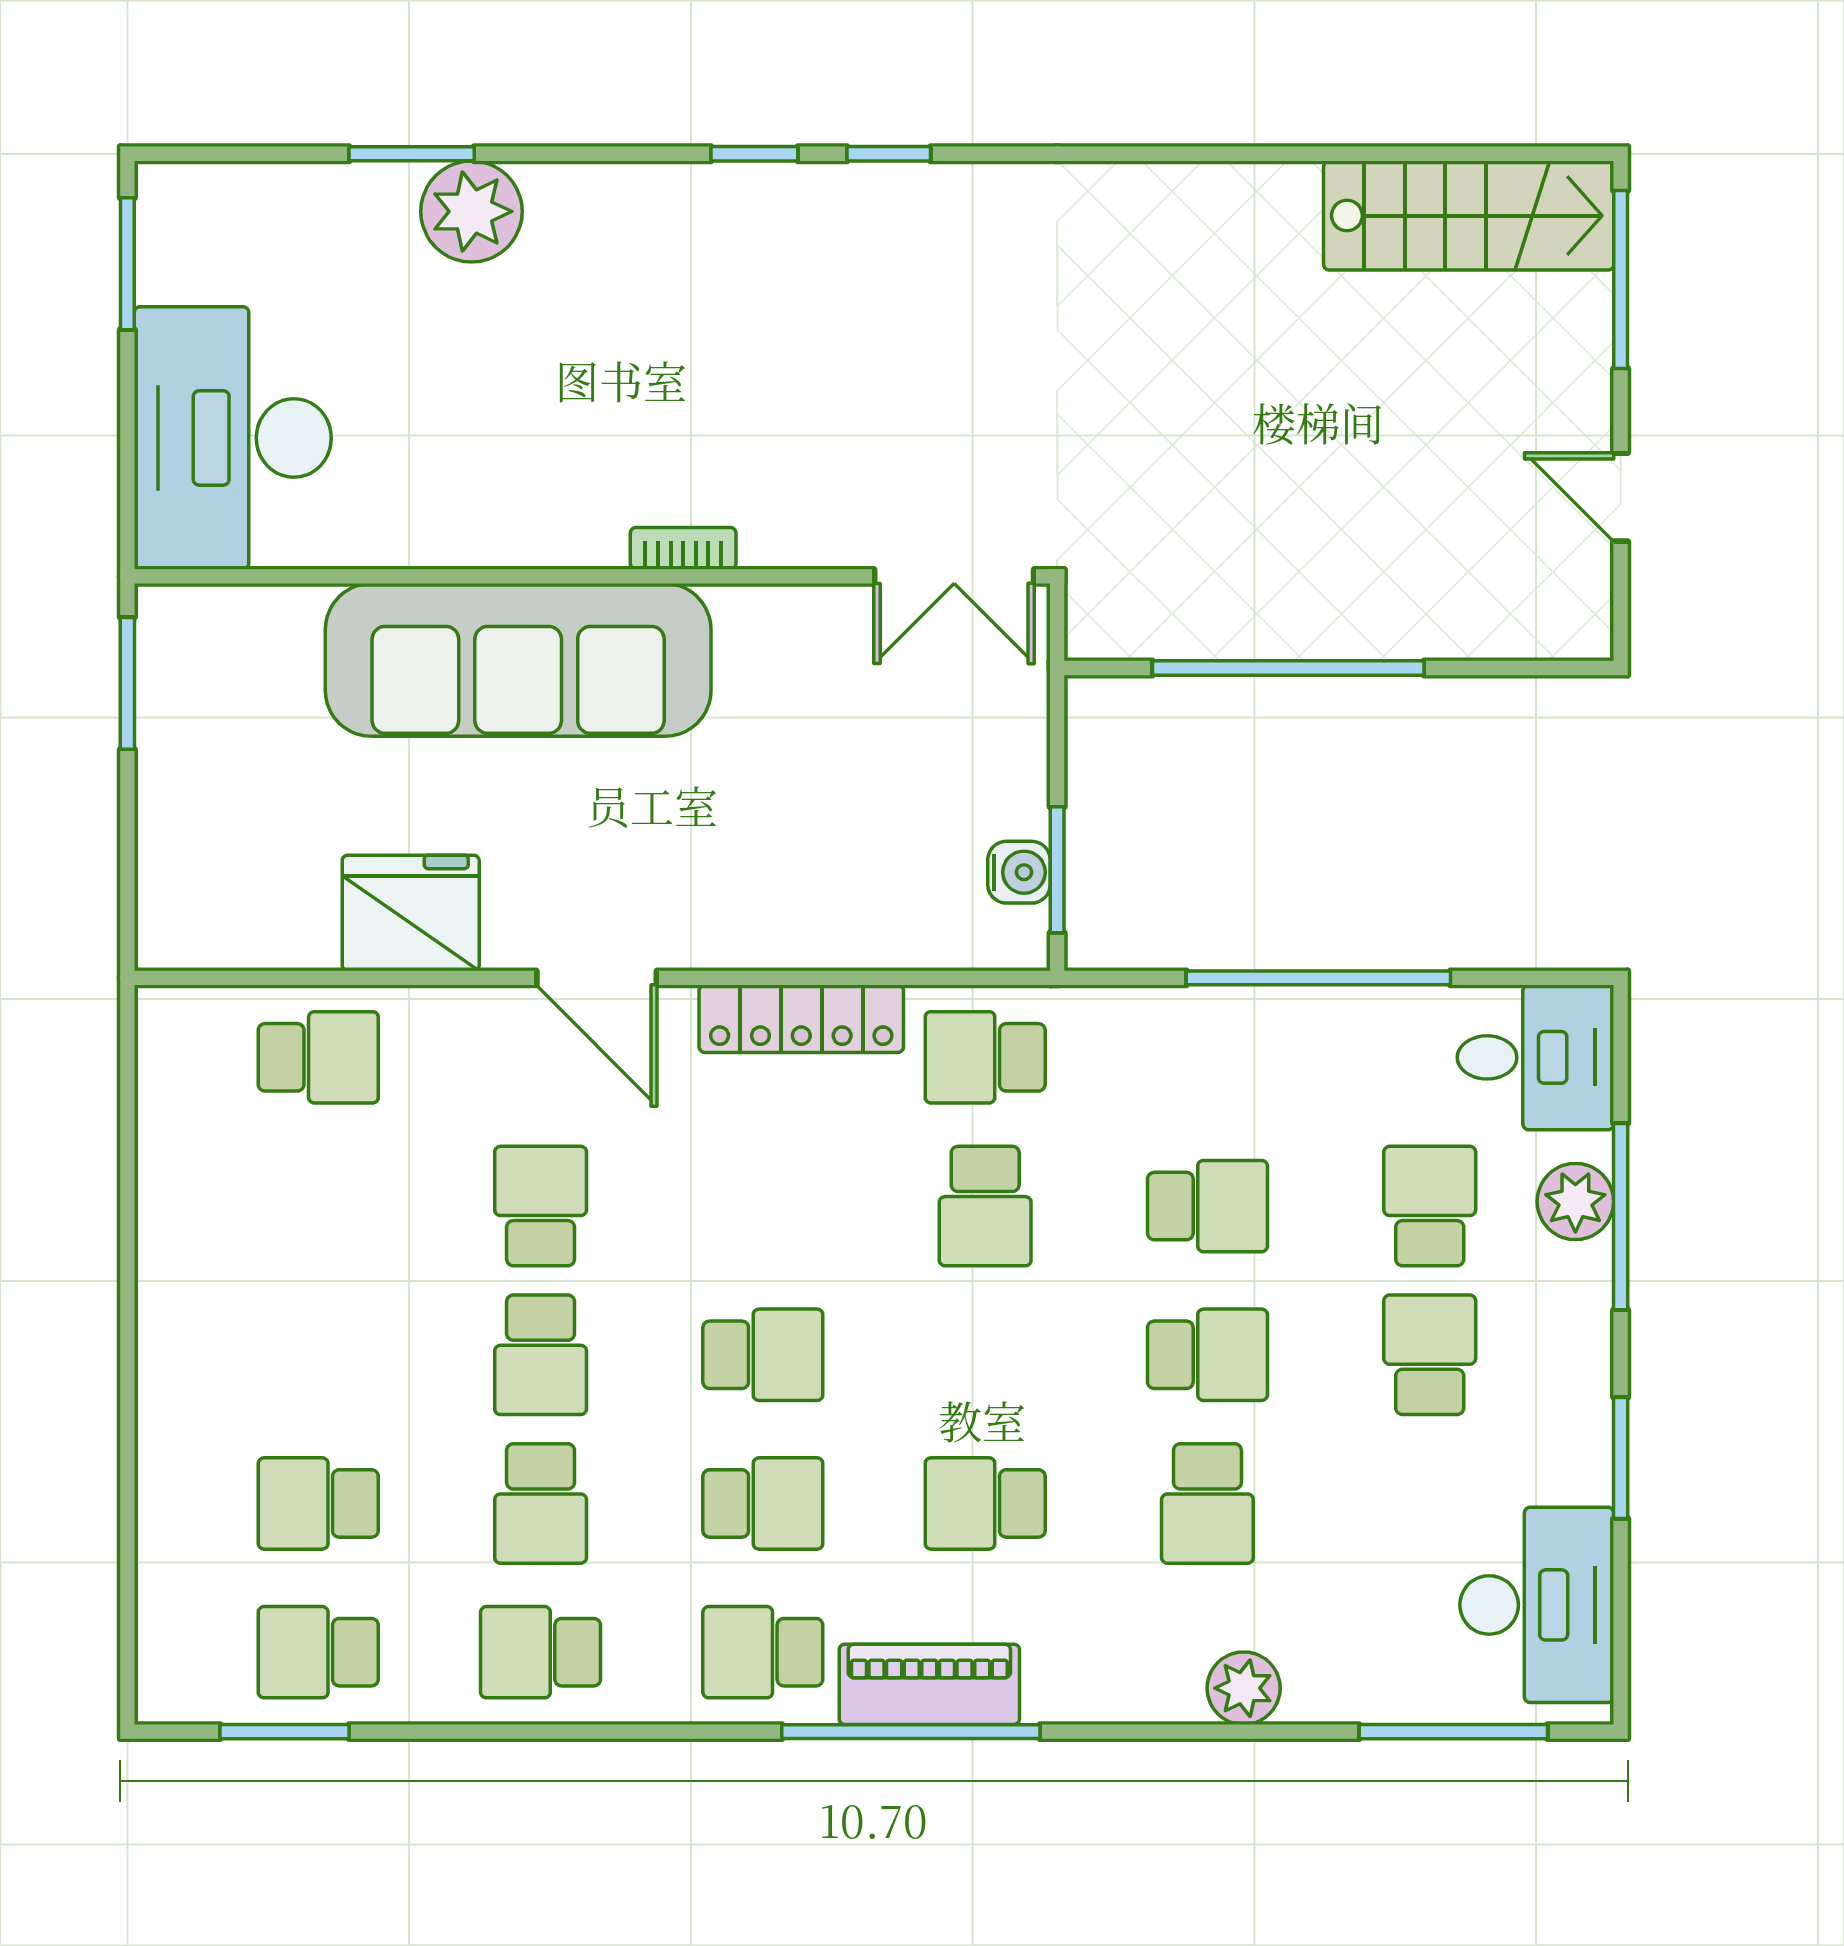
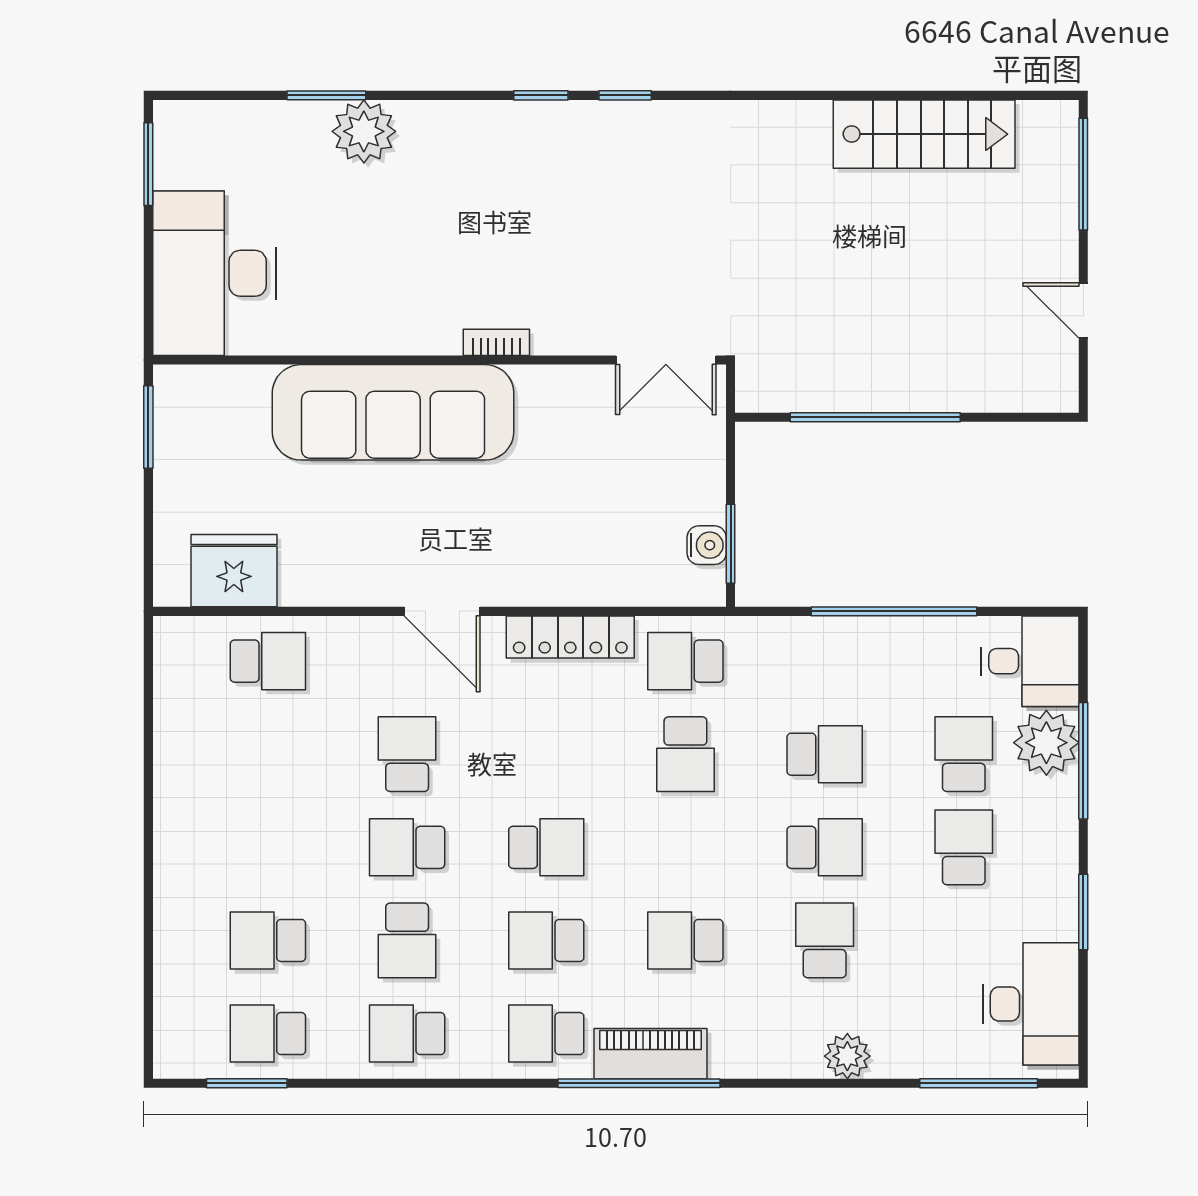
stairs: (1469, 216) -> (924, 134), moved
fridge: (411, 913) -> (234, 571), moved
plant: (1575, 1201) -> (1046, 743), width x1.36, depth x1.36
school desk: (541, 1355) -> (407, 847), turned 90
school desk: (763, 1503) -> (546, 940), turned 180
school desk: (1207, 1503) -> (825, 940), turned 180

